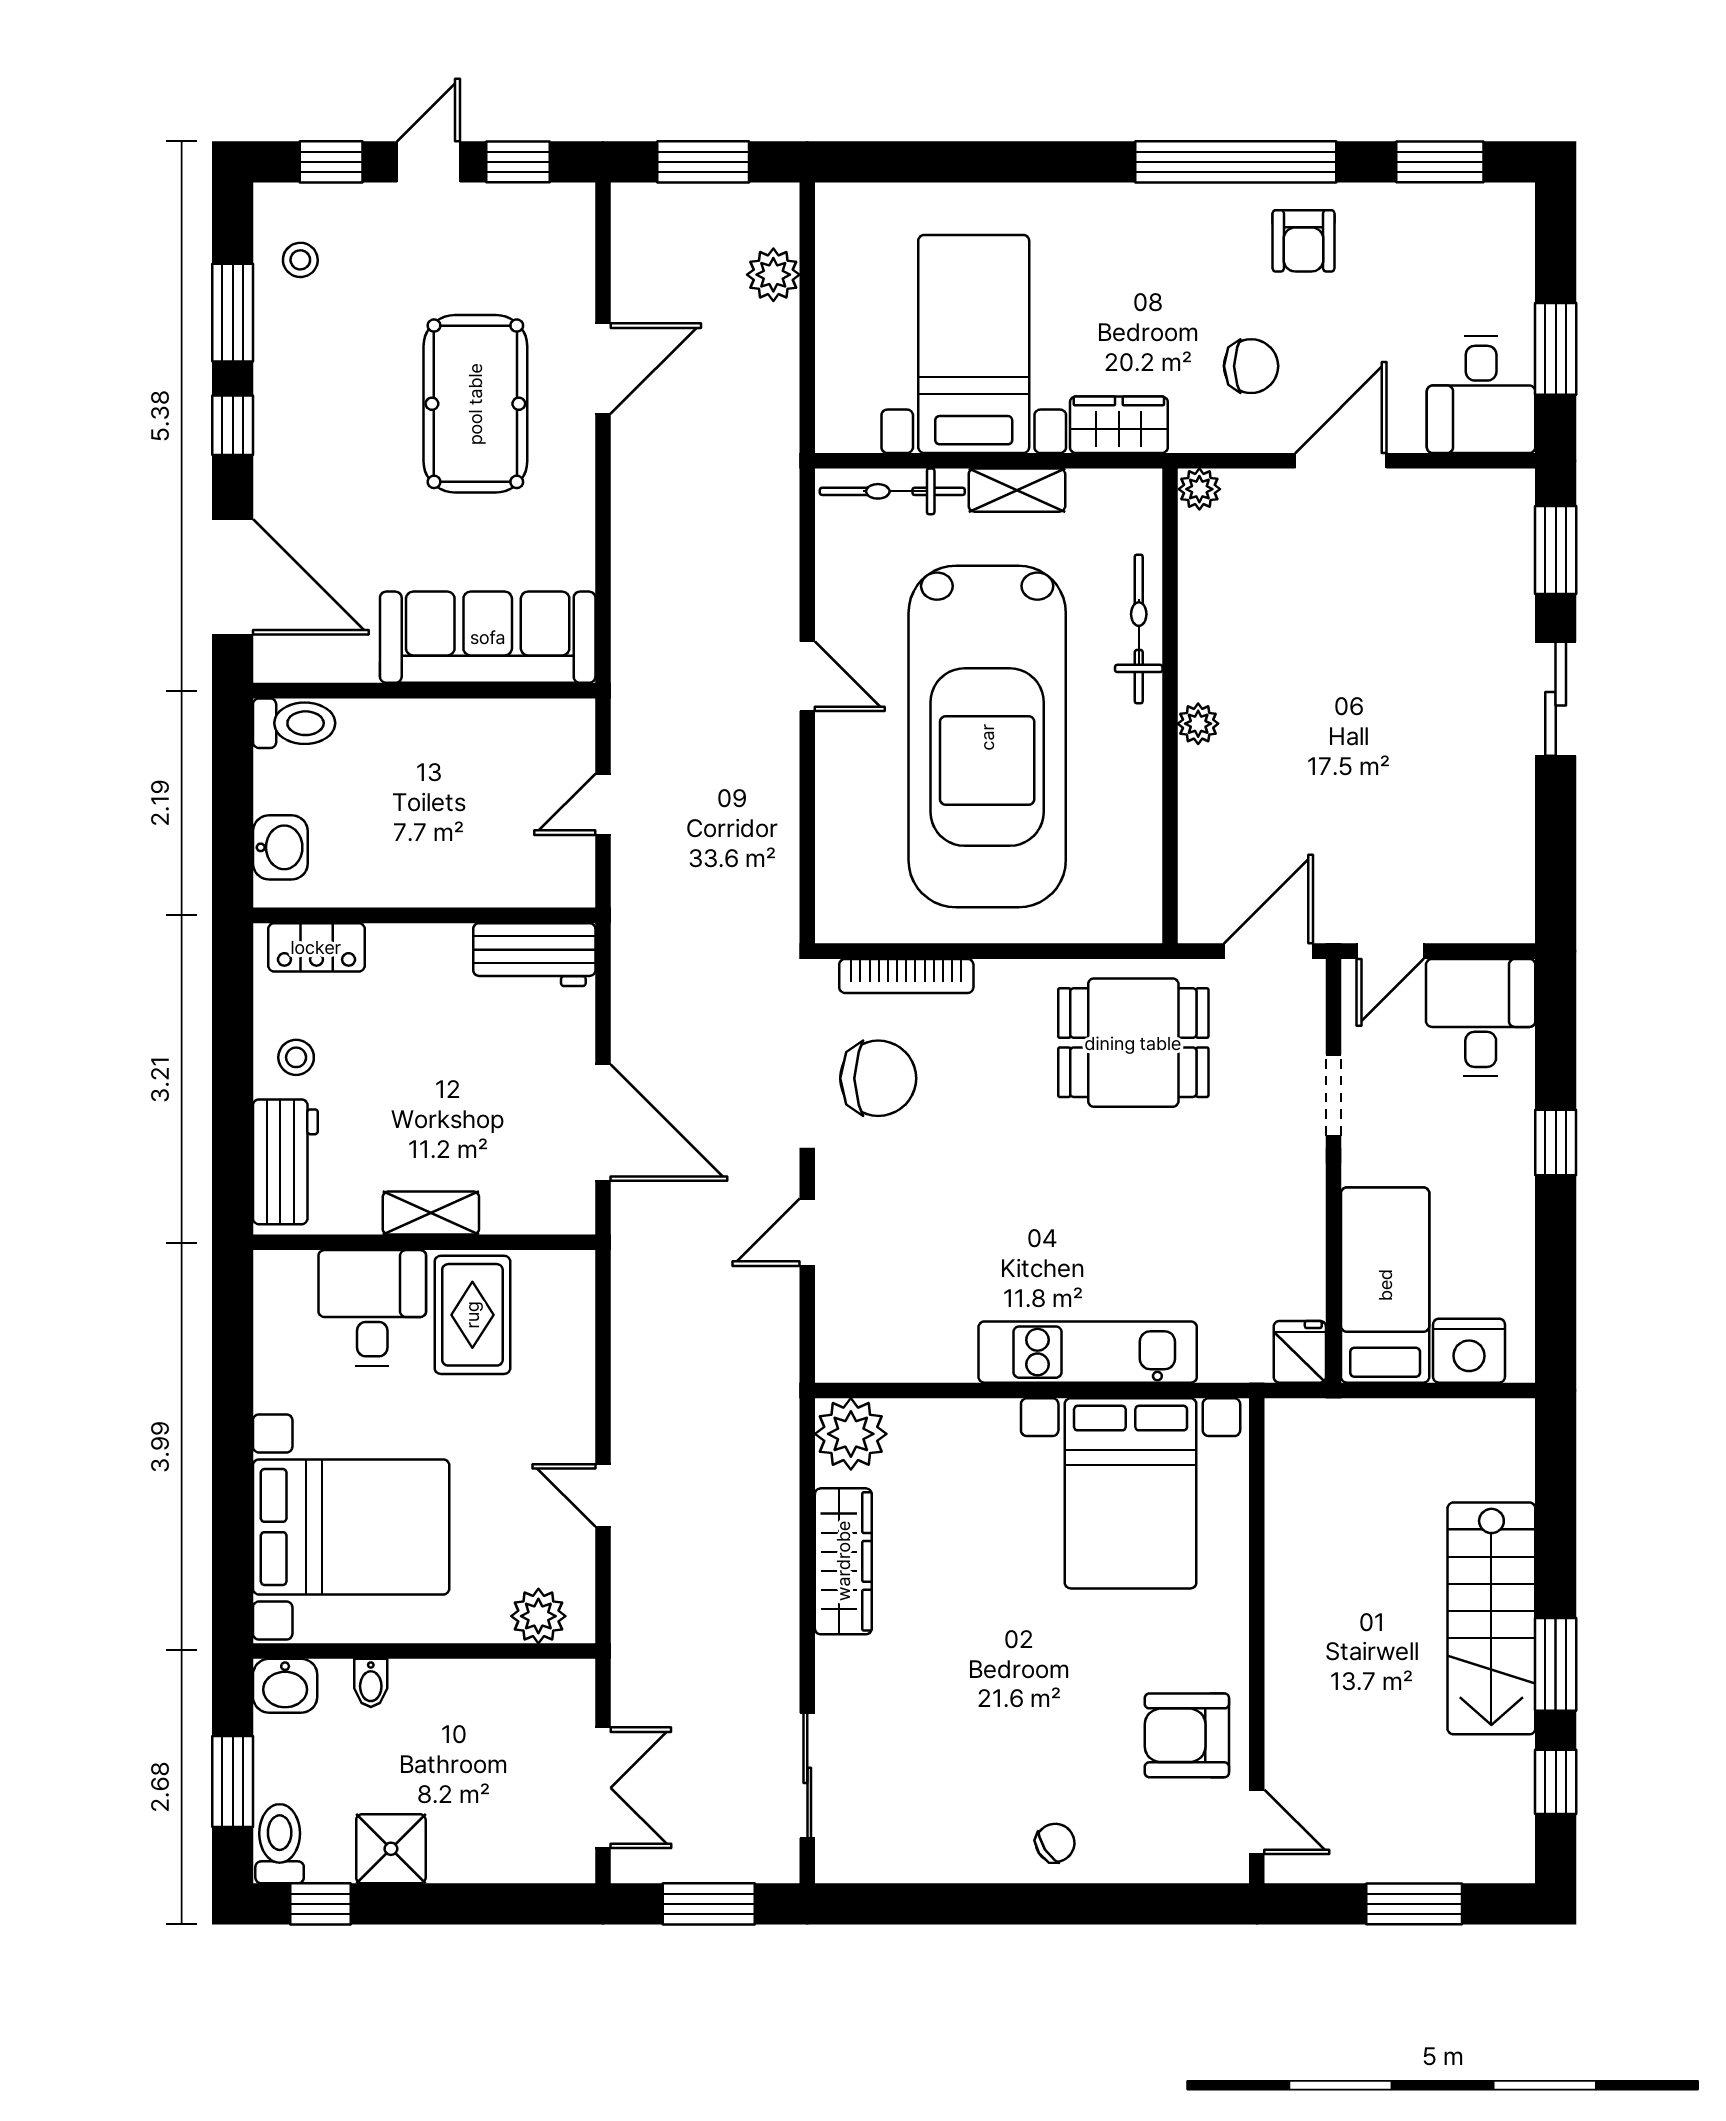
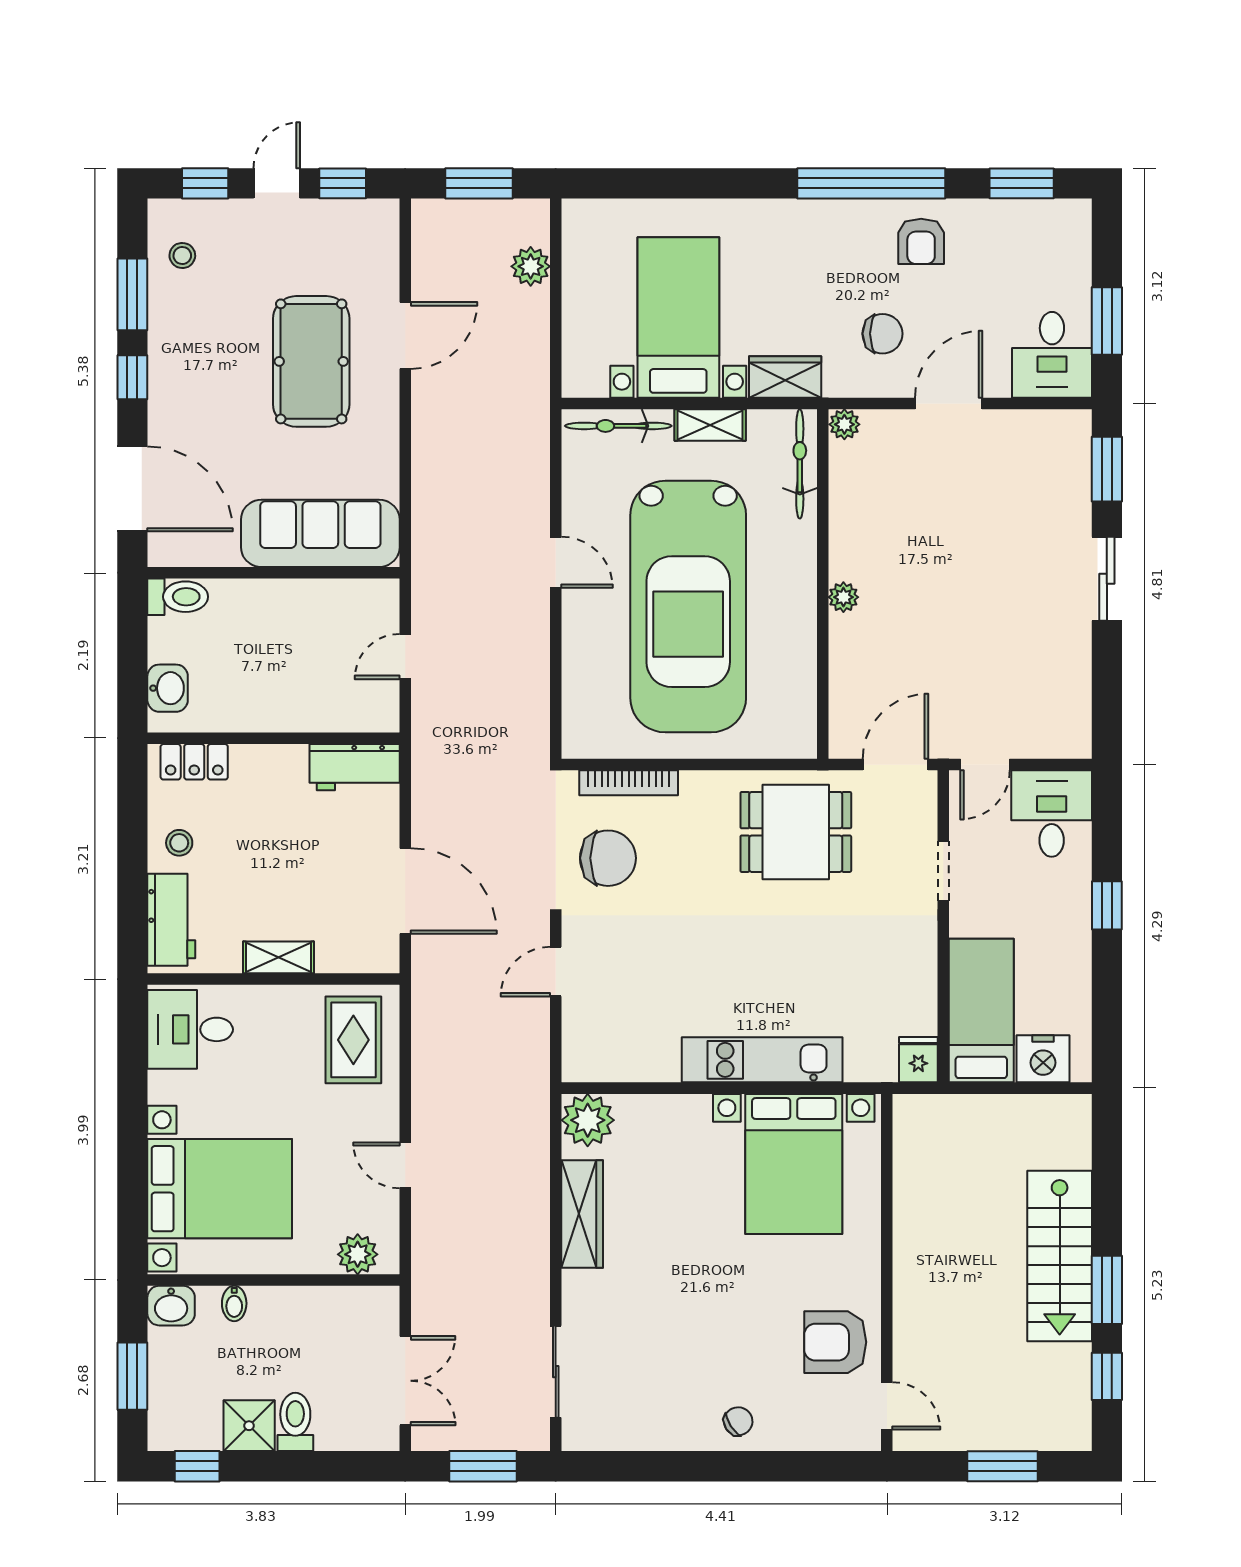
bicycle: (1139, 629) -> (800, 464), moved
desk: (372, 1308) -> (190, 1029), moved, turned -90
rug: (472, 1315) -> (353, 1040), moved
toilet: (280, 1844) -> (295, 1422), moved

